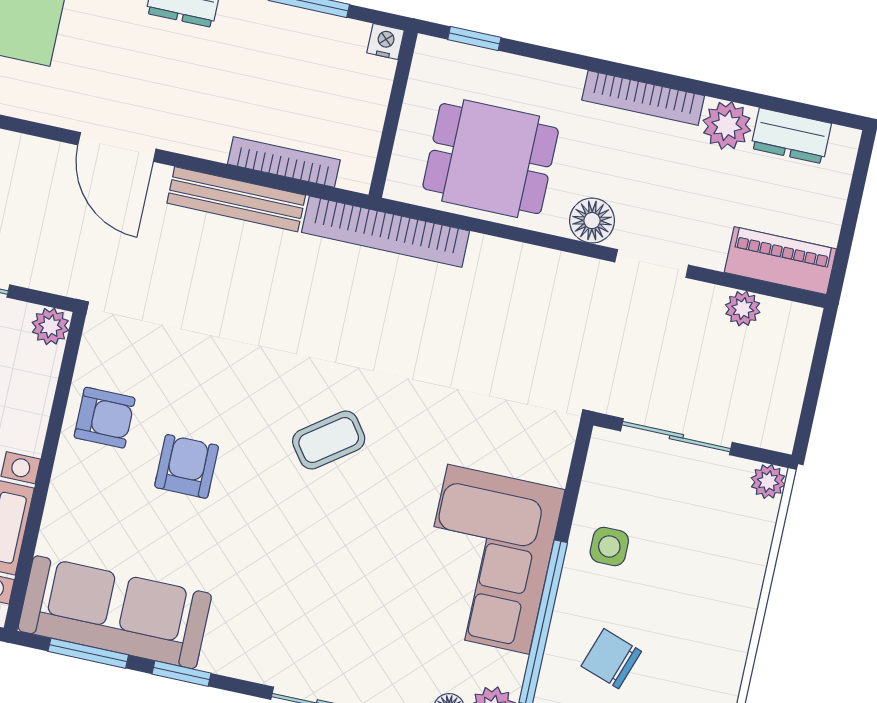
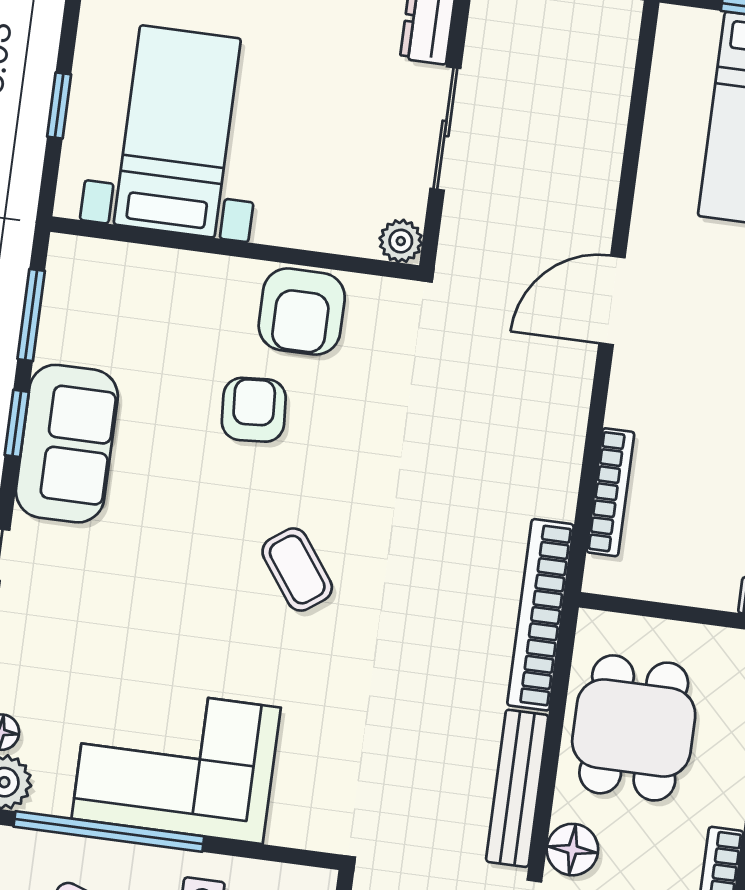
bench: (236, 199) -> (517, 788), moved
armchair: (105, 418) -> (302, 312), width x1.38, depth x1.38
armchair: (187, 466) -> (254, 410), turned -94
sofa: (115, 612) -> (67, 444), moved, width x0.73

